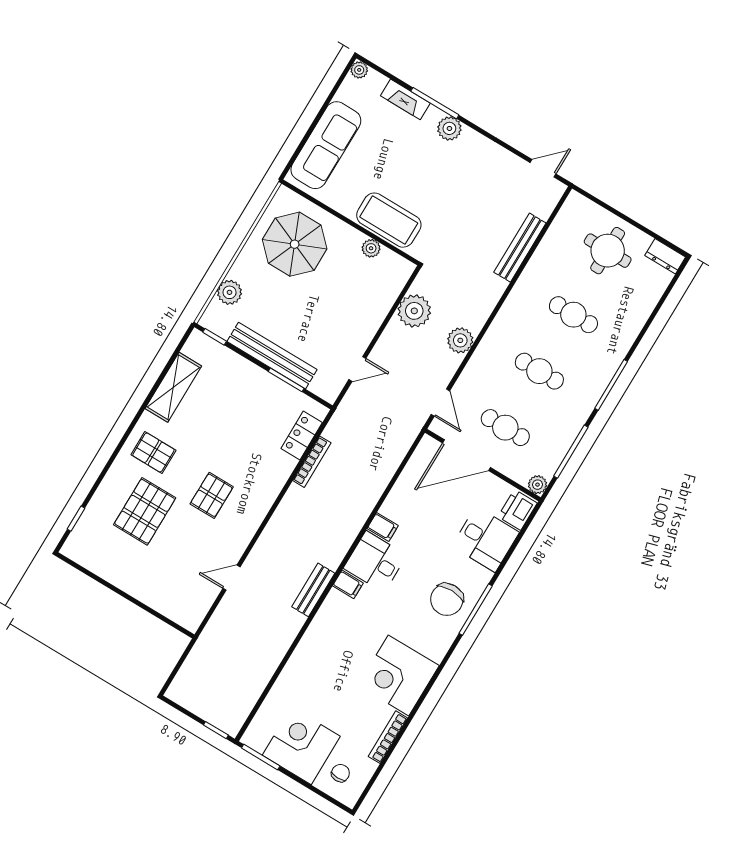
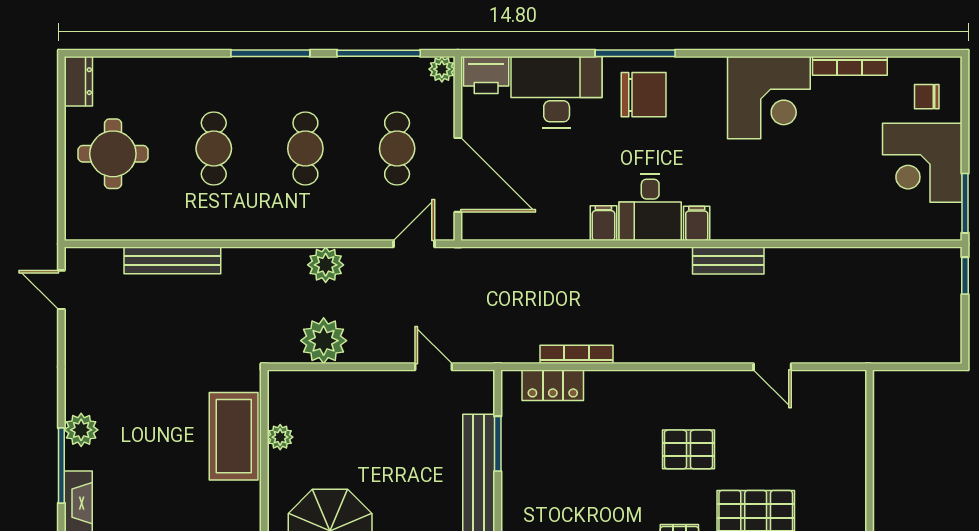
desk: (485, 539) -> (557, 92), width x1.37

